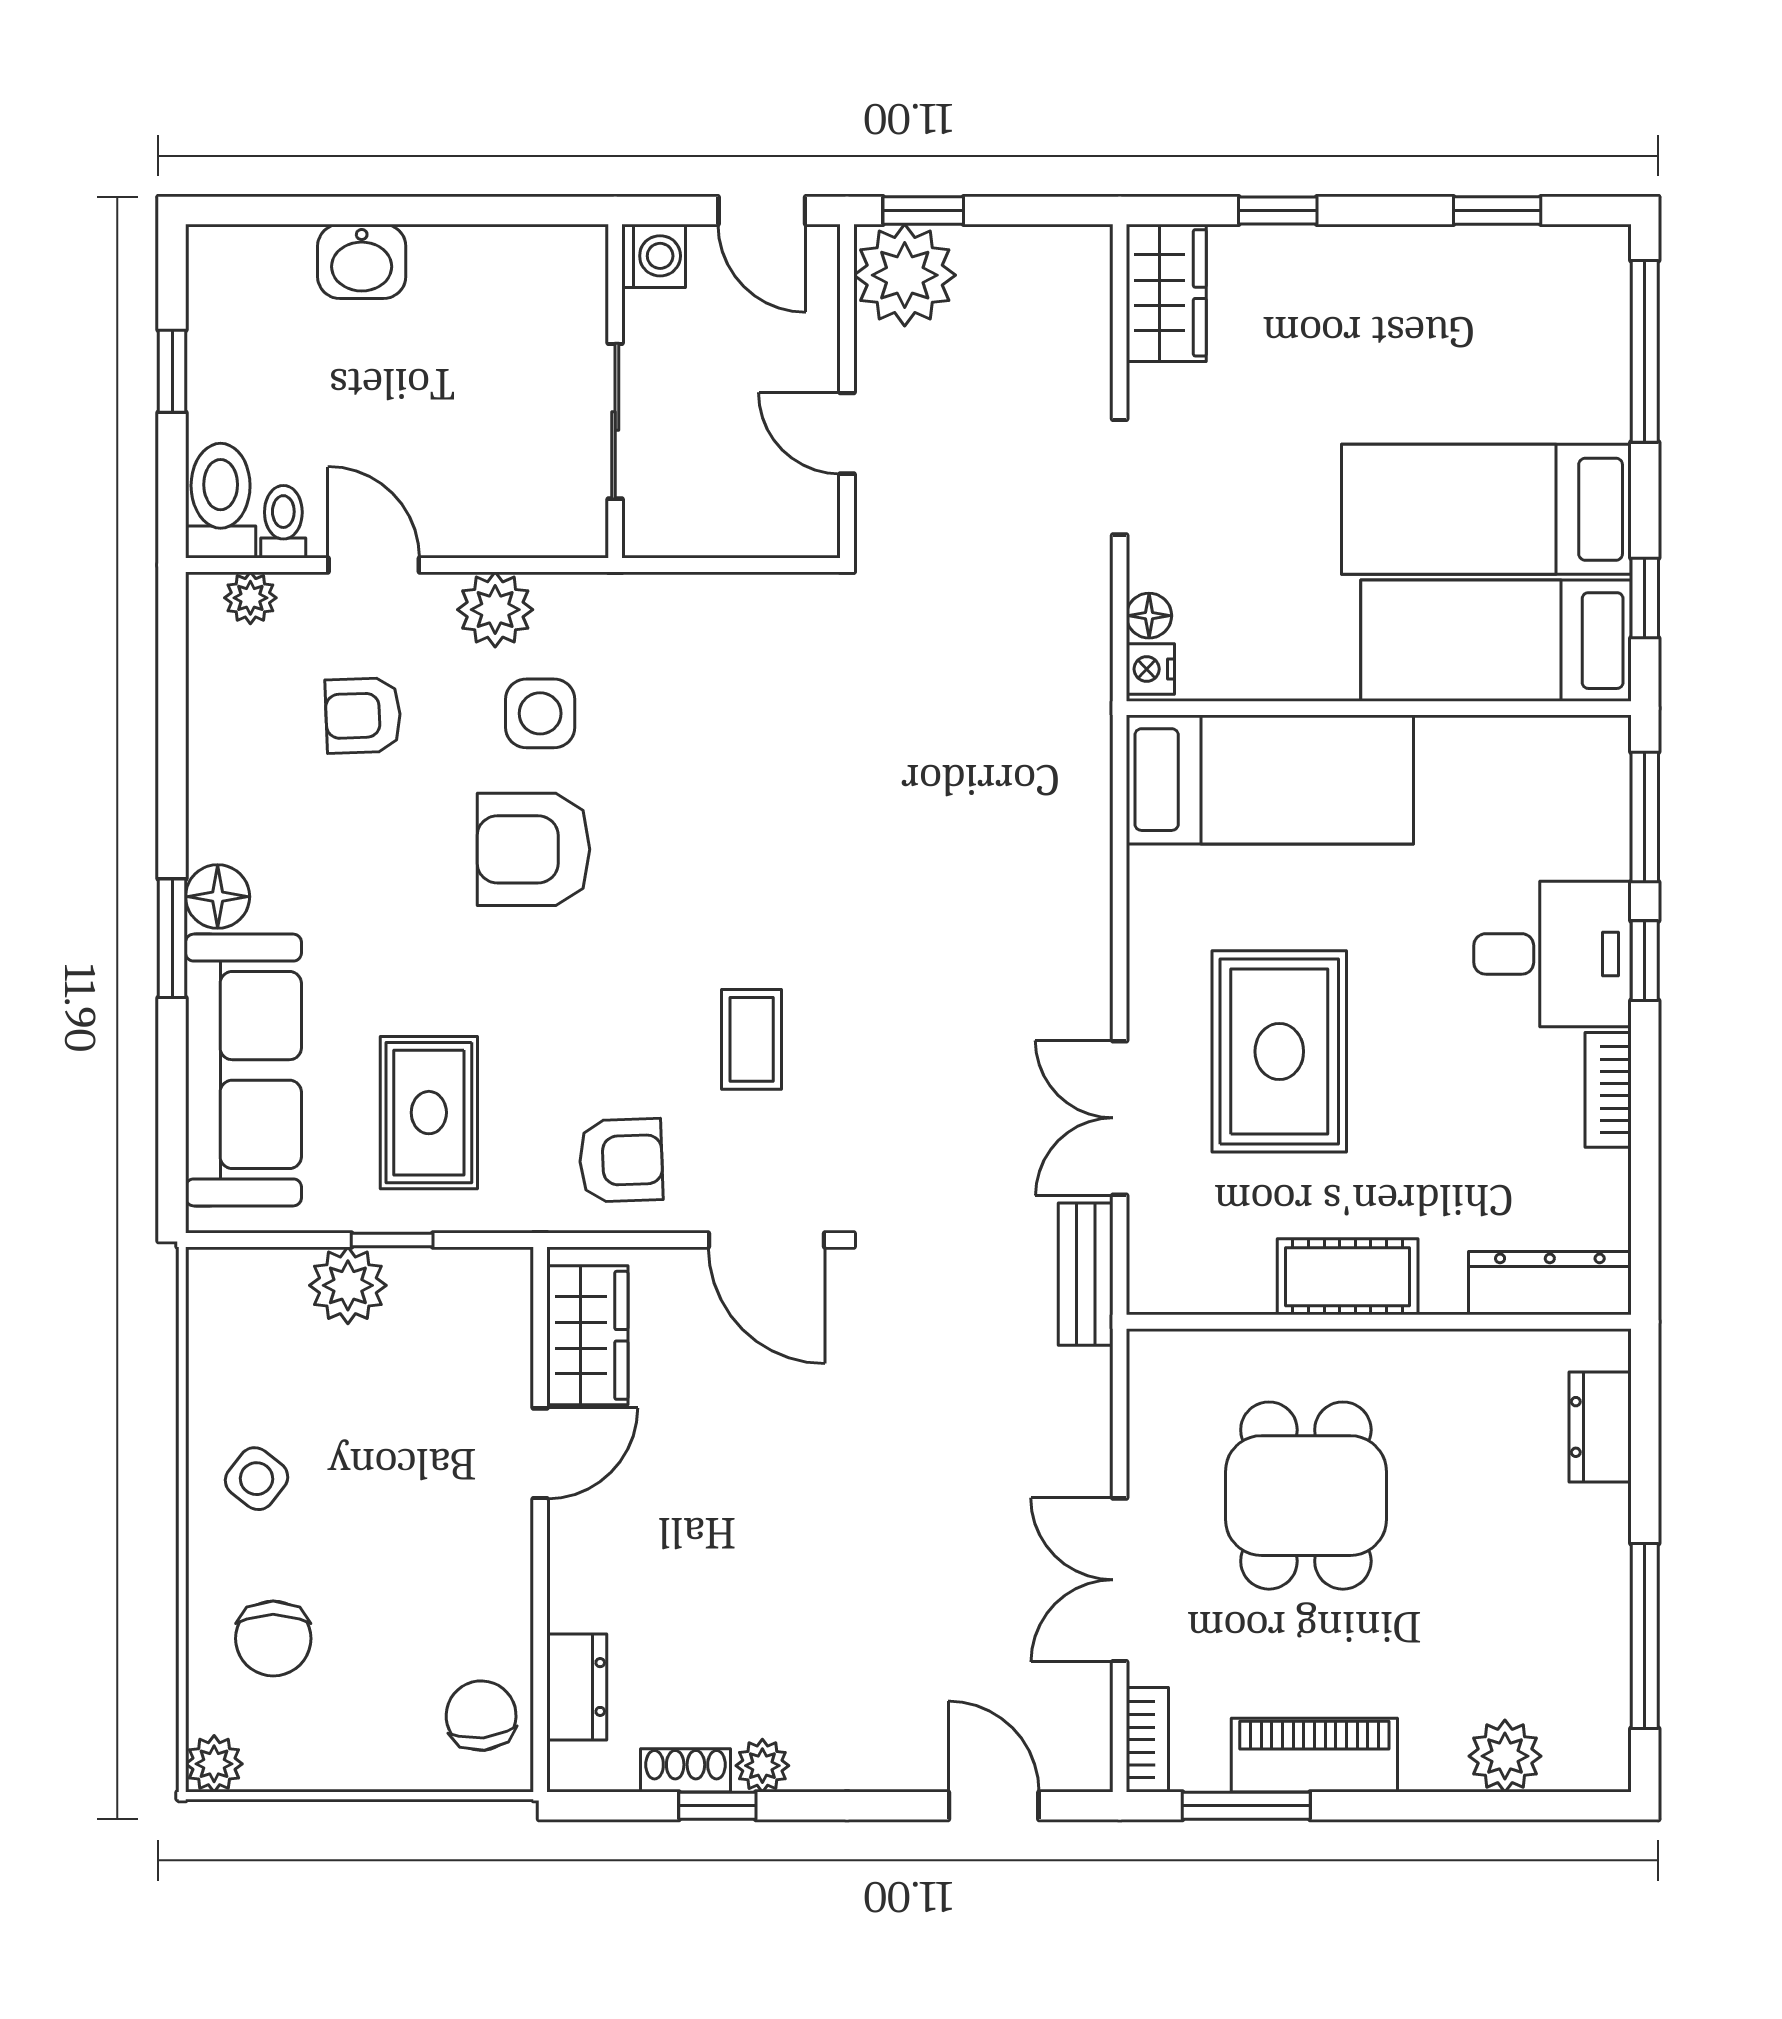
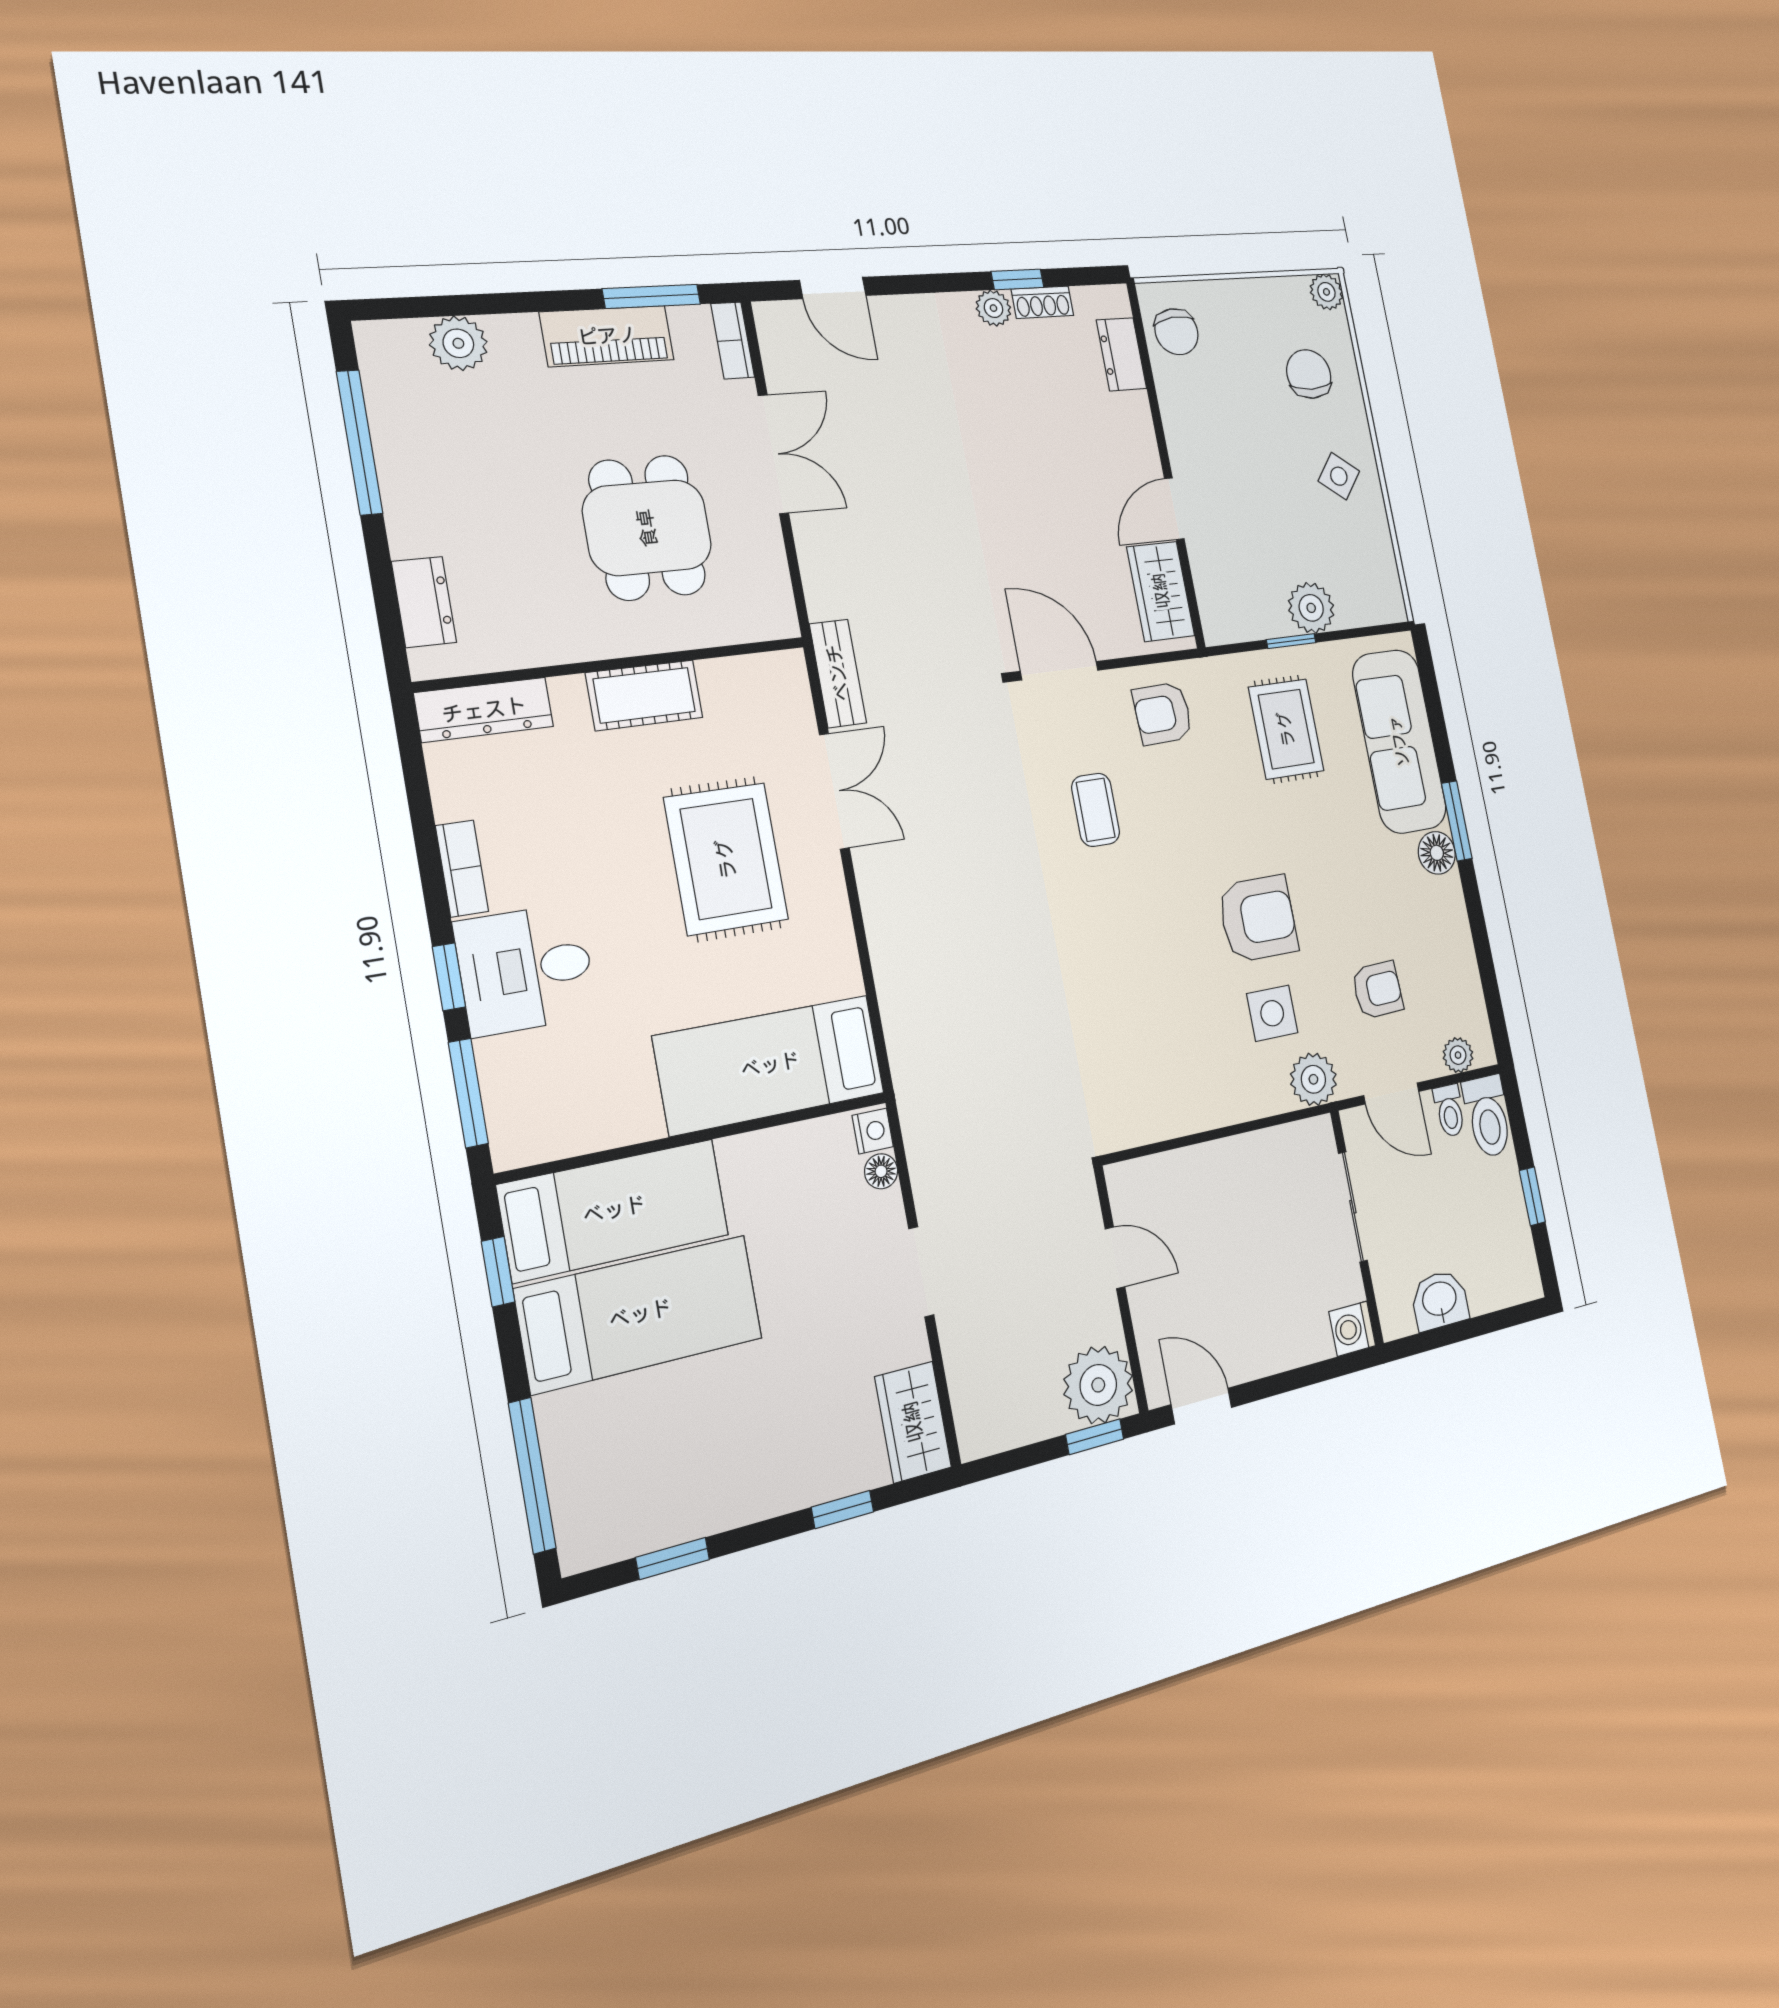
washing machine: (654, 256) -> (1352, 1329), moved
wall: (615, 391) -> (1357, 1228), moved
sliding door: (615, 421) -> (1353, 1207), moved

